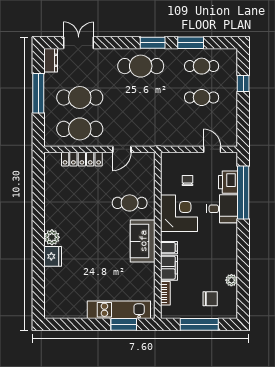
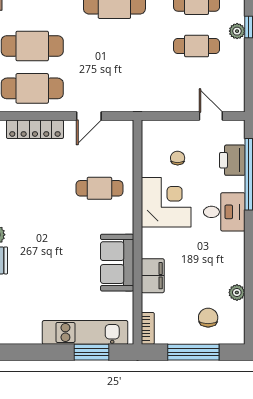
plant: (232, 86) -> (237, 31), added
desk: (222, 209) -> (224, 212), moved
sofa: (143, 241) -> (117, 263), moved
filing cabinet: (169, 248) -> (153, 249), removed
bookcase: (165, 293) -> (148, 328), moved
chair: (210, 299) -> (208, 318), turned -90

